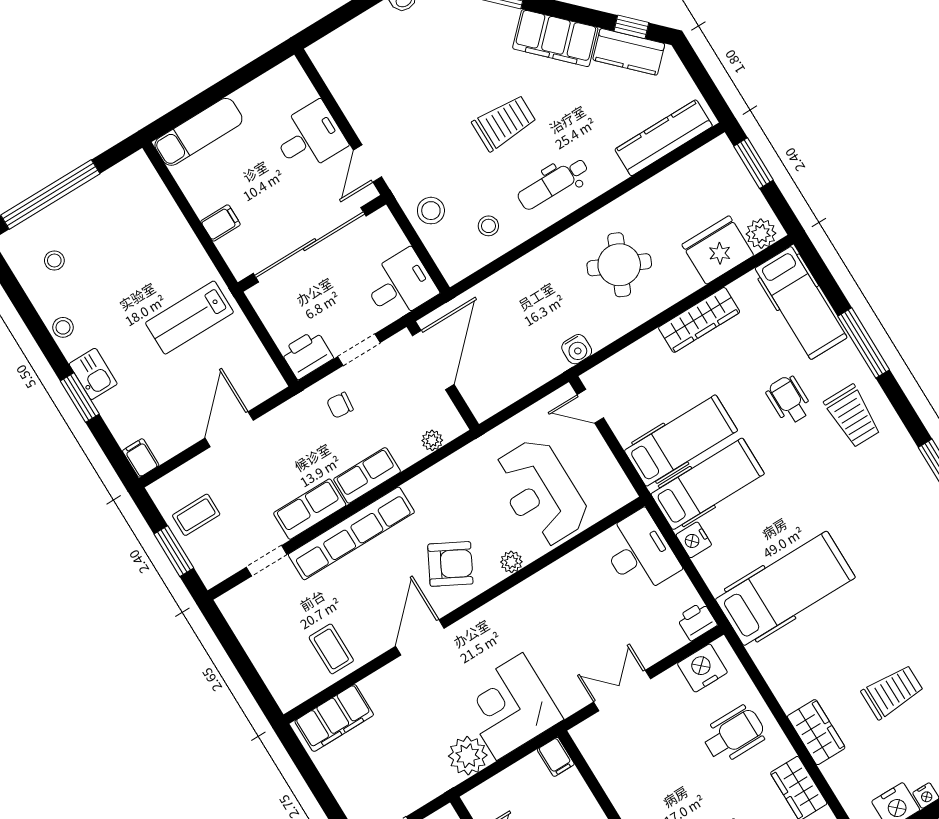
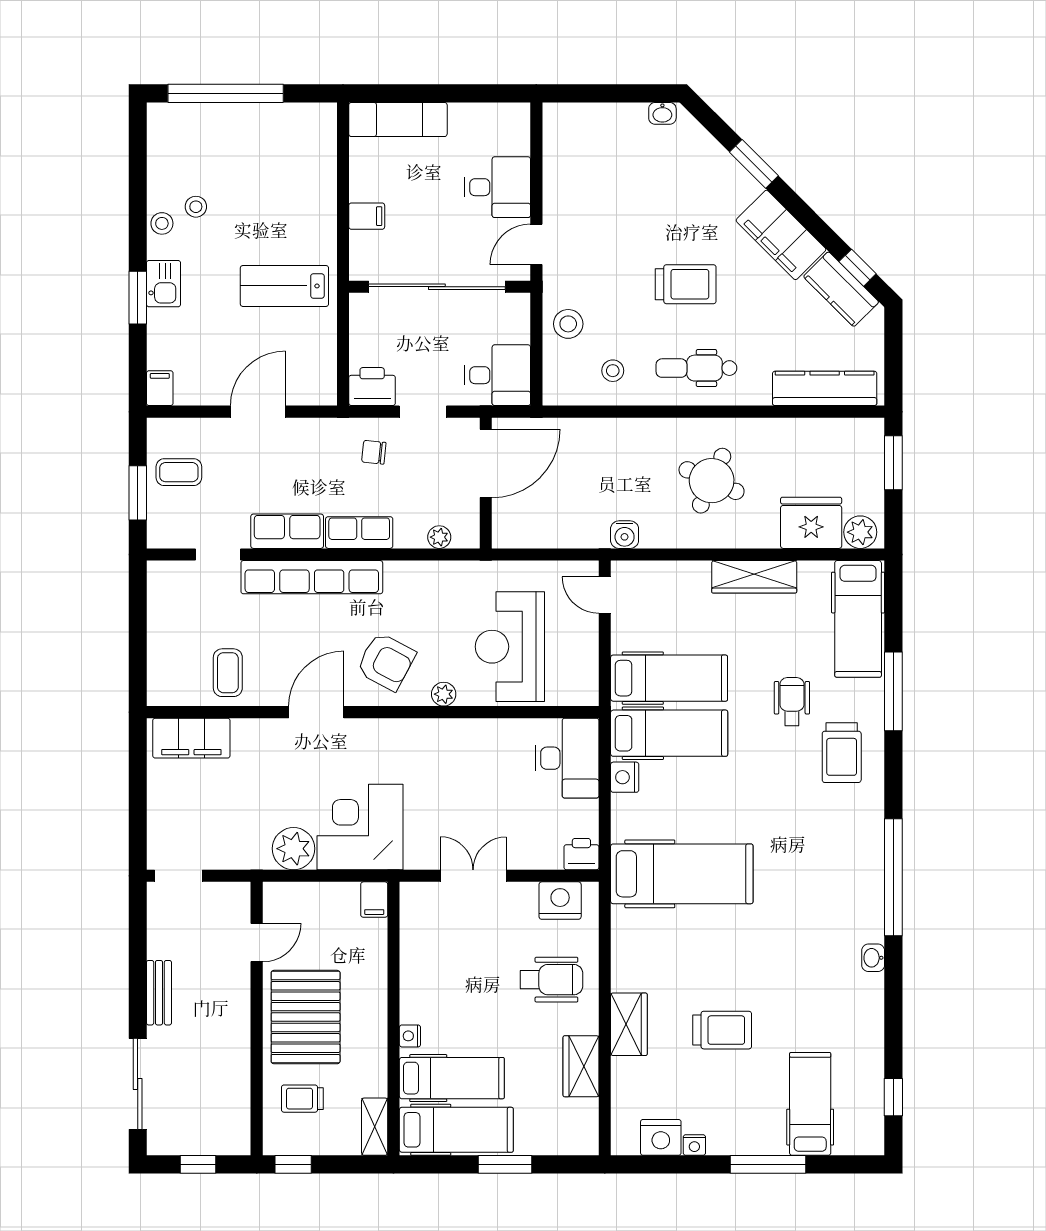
stool: (54, 261) -> (196, 207), moved

